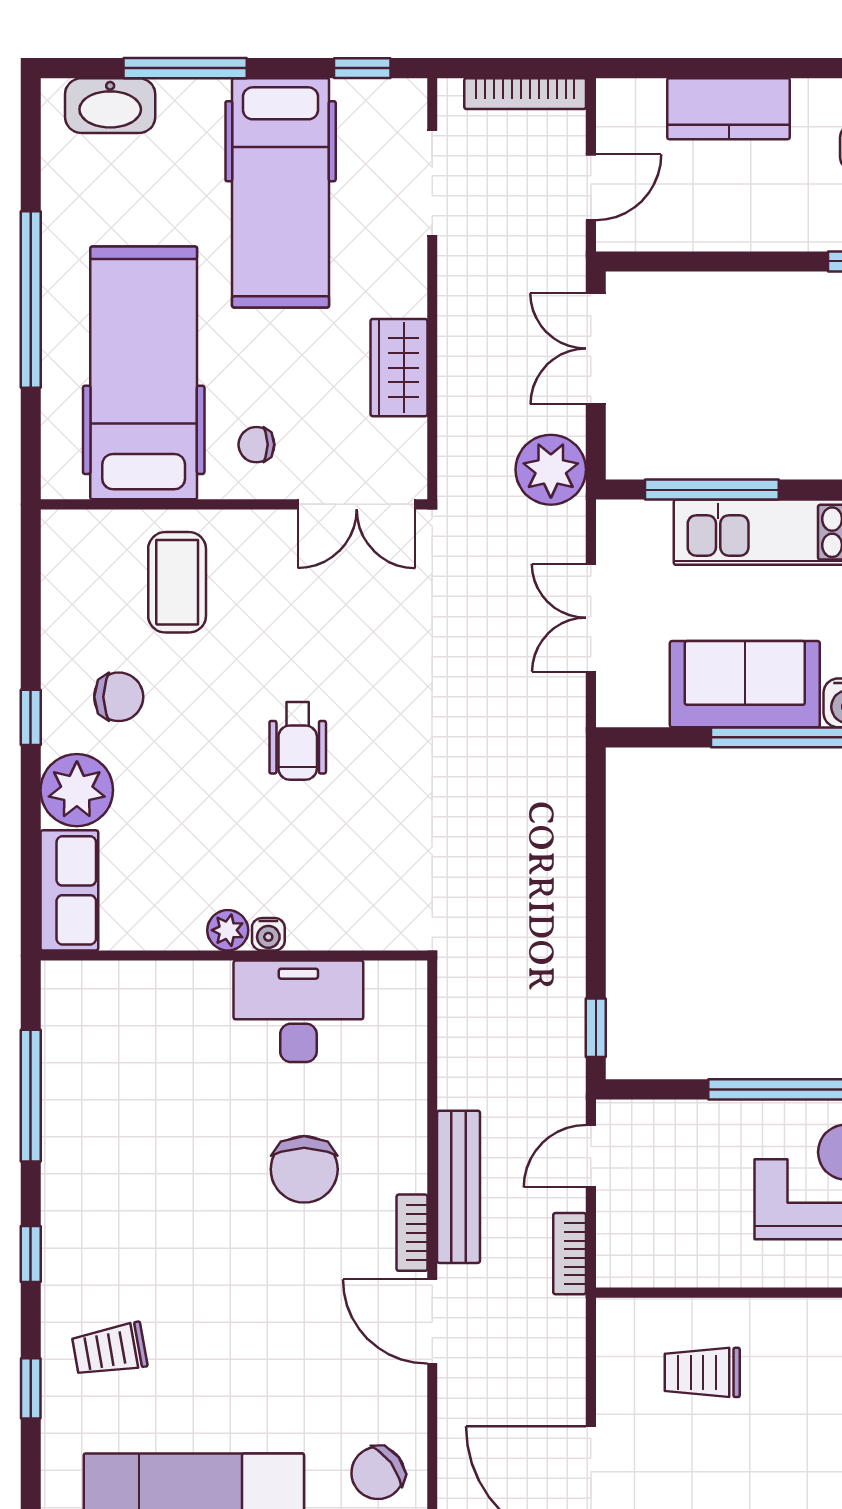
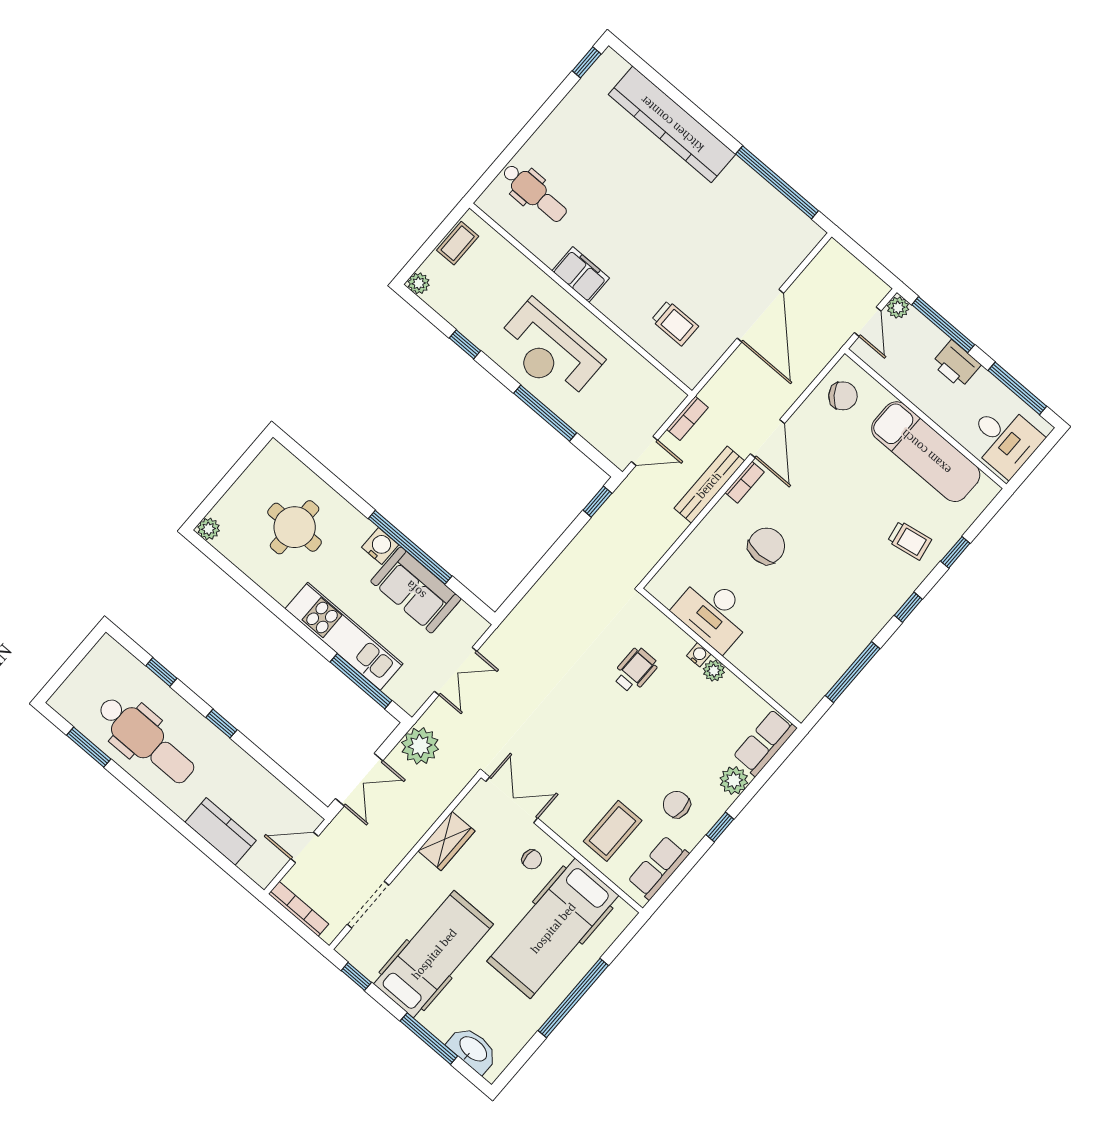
row of seats: (68, 586) -> (658, 868), added
wheelchair: (298, 741) -> (635, 670), moved
plant: (77, 790) -> (734, 780), width x0.73, depth x0.73

